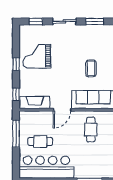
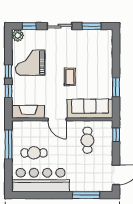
plant: (25, 30) -> (18, 35), added
coffee table: (91, 68) -> (70, 77), moved
window: (16, 94) -> (8, 91), moved
door: (62, 110) -> (57, 119), hinge flipped

